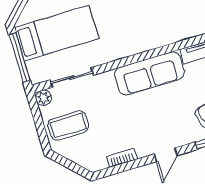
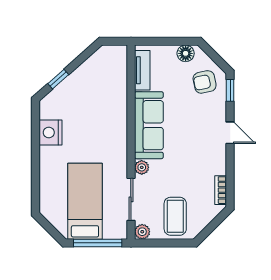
plant: (106, 79) -> (142, 167), added
bookcase: (122, 158) -> (221, 190), moved

